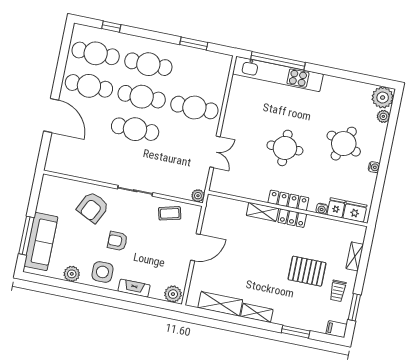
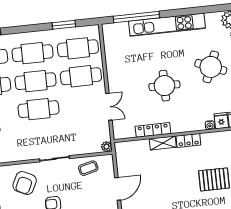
kitchen unit: (278, 74) -> (167, 25), moved
cafe table: (201, 75) -> (78, 48), added
locker: (288, 200) -> (153, 130), moved

